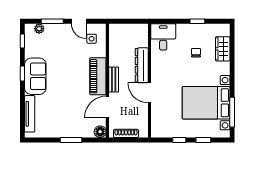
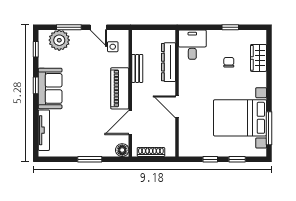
plant: (39, 29) -> (59, 40), width x1.87, depth x1.87
dresser: (142, 65) -> (168, 62), moved
bench: (114, 80) -> (137, 68), moved

